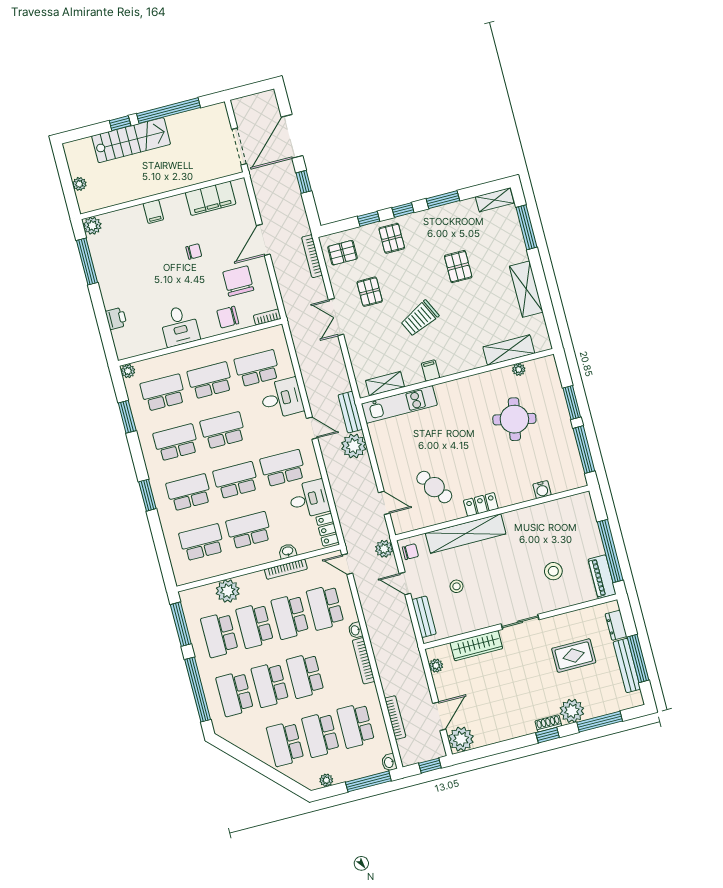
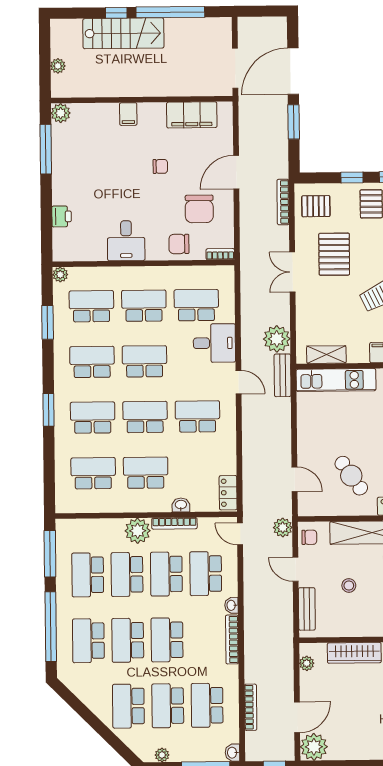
window: (304, 182) -> (294, 122), width x1.50
chair: (238, 281) -> (199, 209), turned 180
pallet: (370, 292) -> (334, 254), width x1.50, depth x1.42
plant: (354, 446) -> (277, 339), moved
desk: (309, 499) -> (217, 456), removed
plant: (228, 591) -> (138, 531), moved

